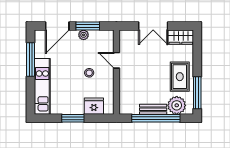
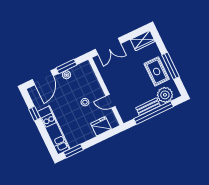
double door: (153, 26) -> (108, 46), moved
window: (31, 59) -> (35, 114), width x0.46
door: (116, 60) -> (111, 101), moved
window: (197, 93) -> (171, 66), moved
window: (73, 118) -> (73, 151), moved

